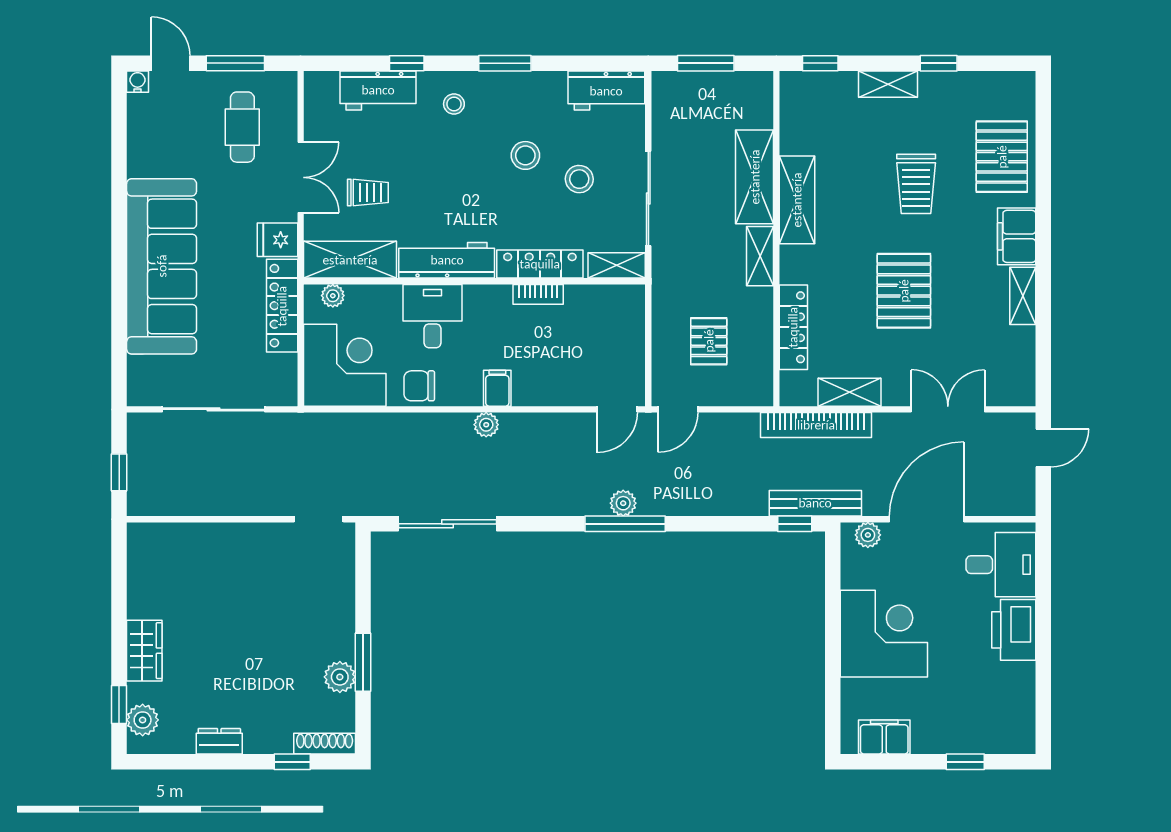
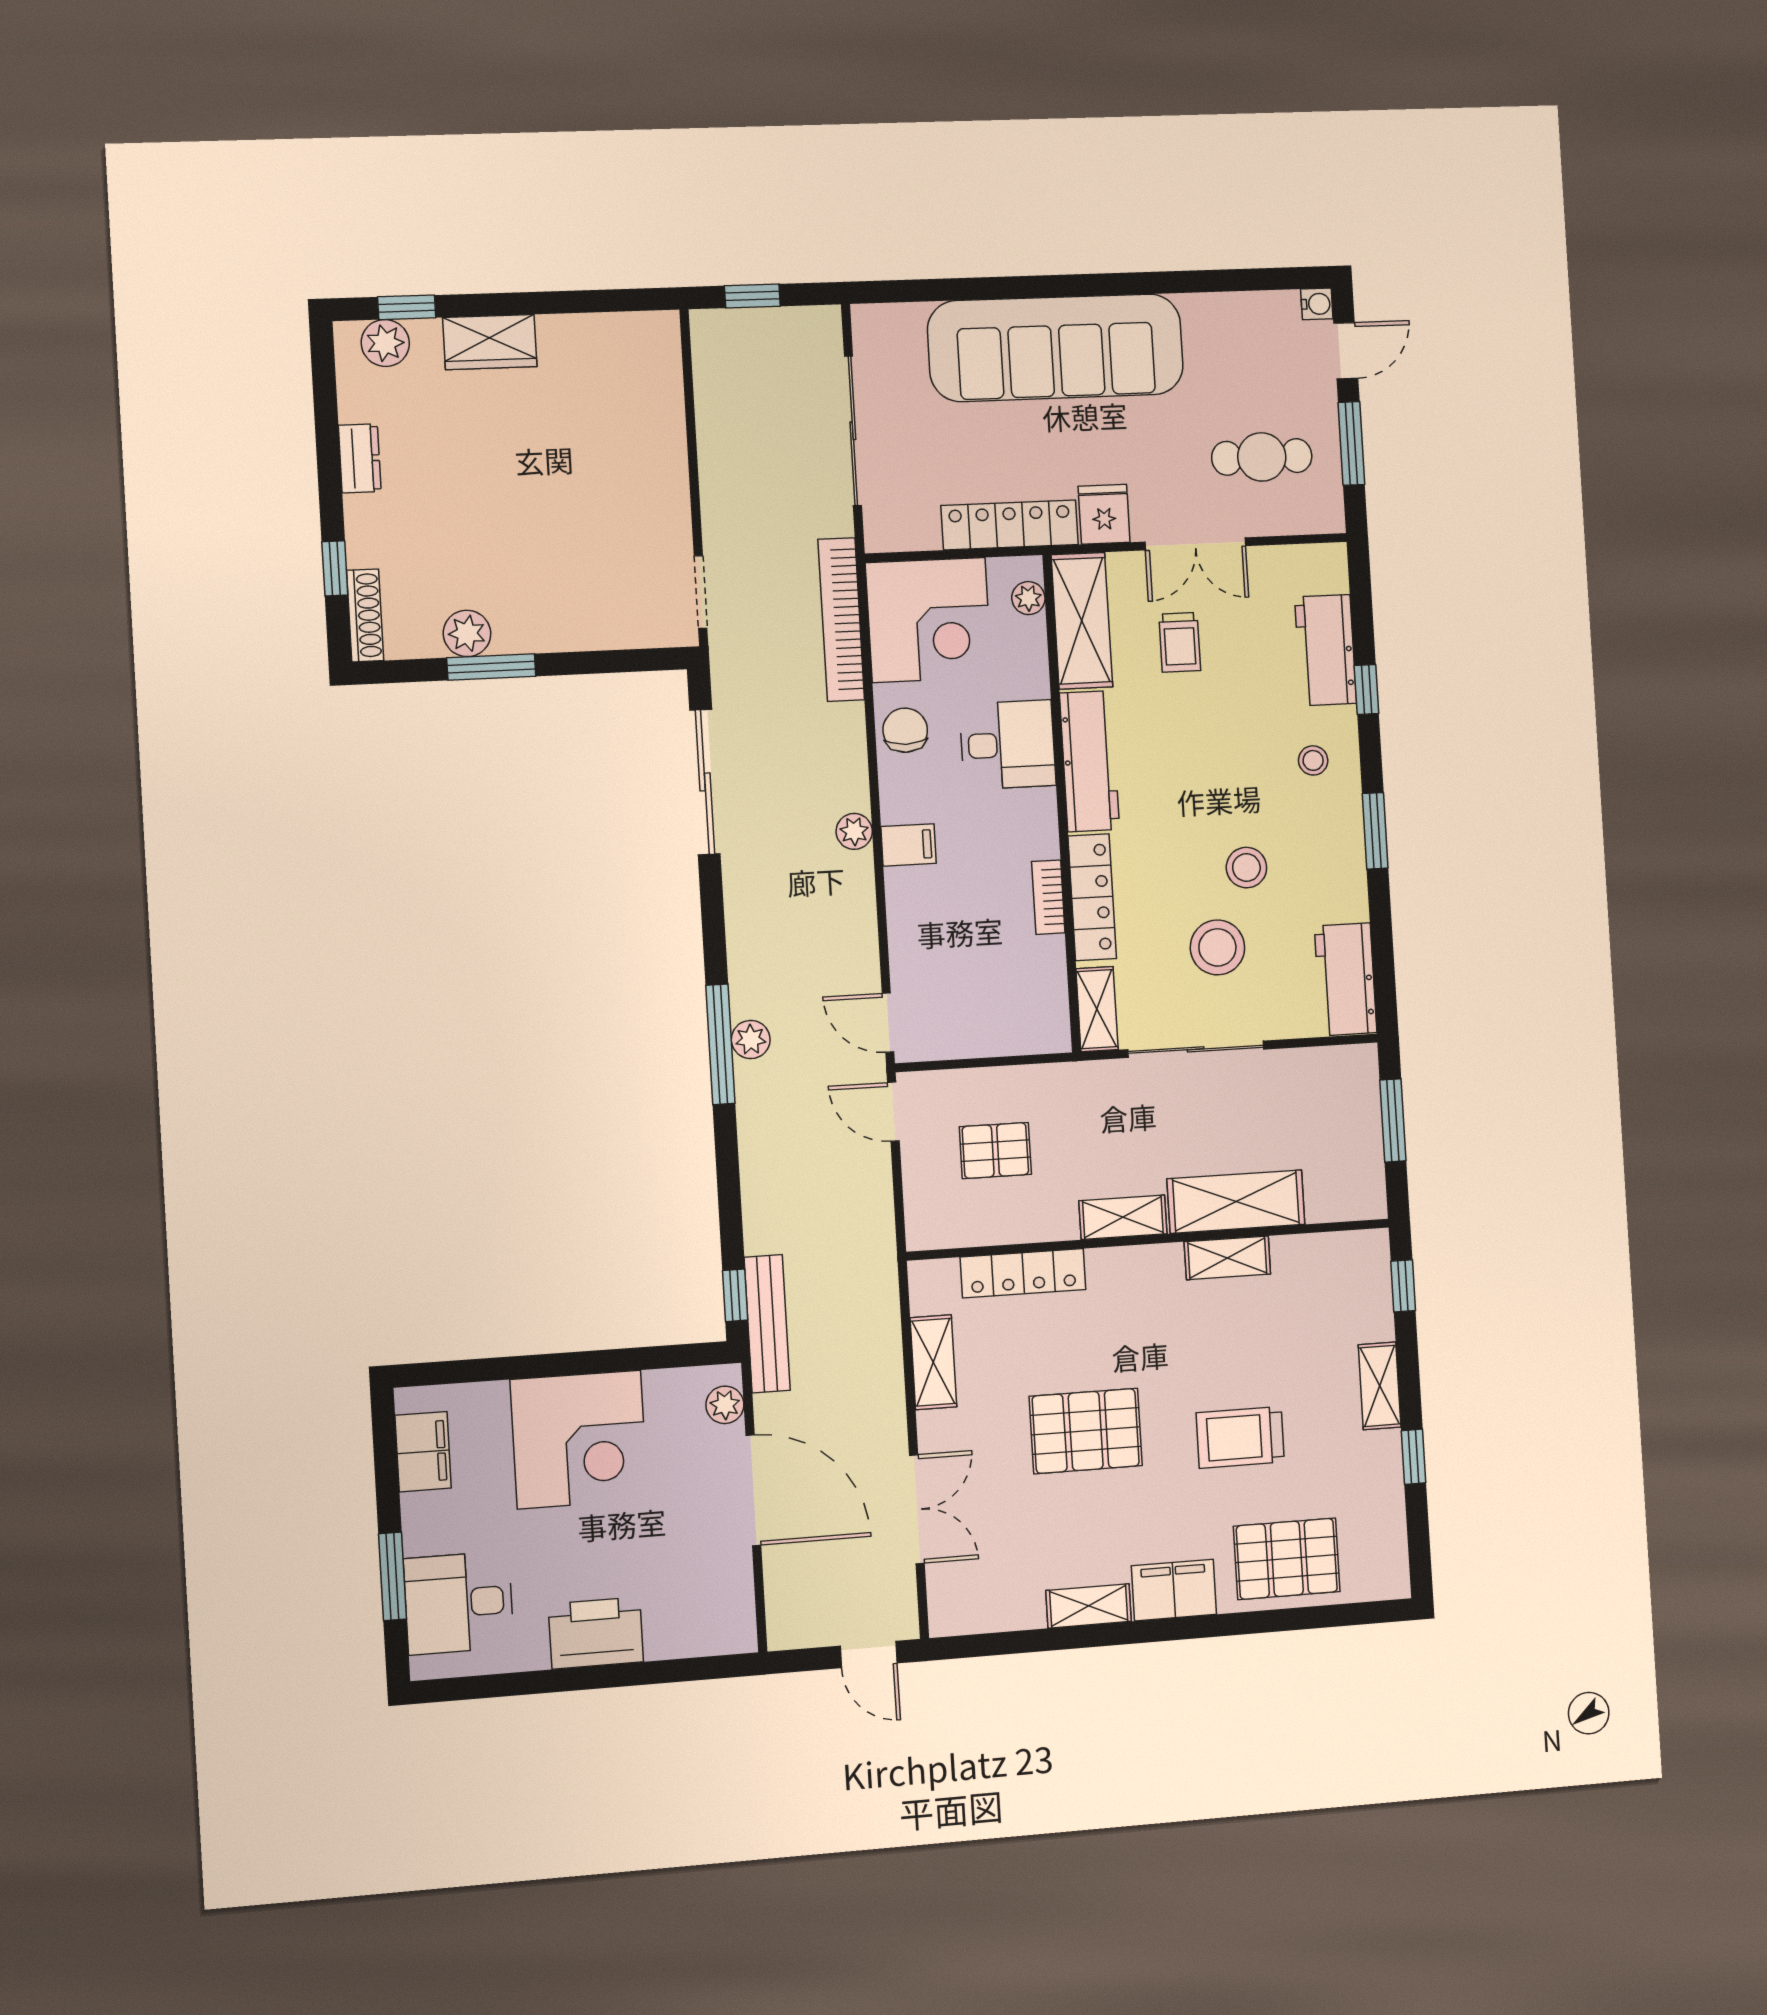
stool: (579, 179) -> (1217, 947), width x1.38, depth x1.38
shelving: (797, 200) -> (1227, 1258), width x0.67, depth x0.75
bookcase: (816, 425) -> (841, 620), moved
desk: (1001, 565) -> (459, 1603), moved, turned 90
window: (965, 762) -> (393, 1576), width x1.50

